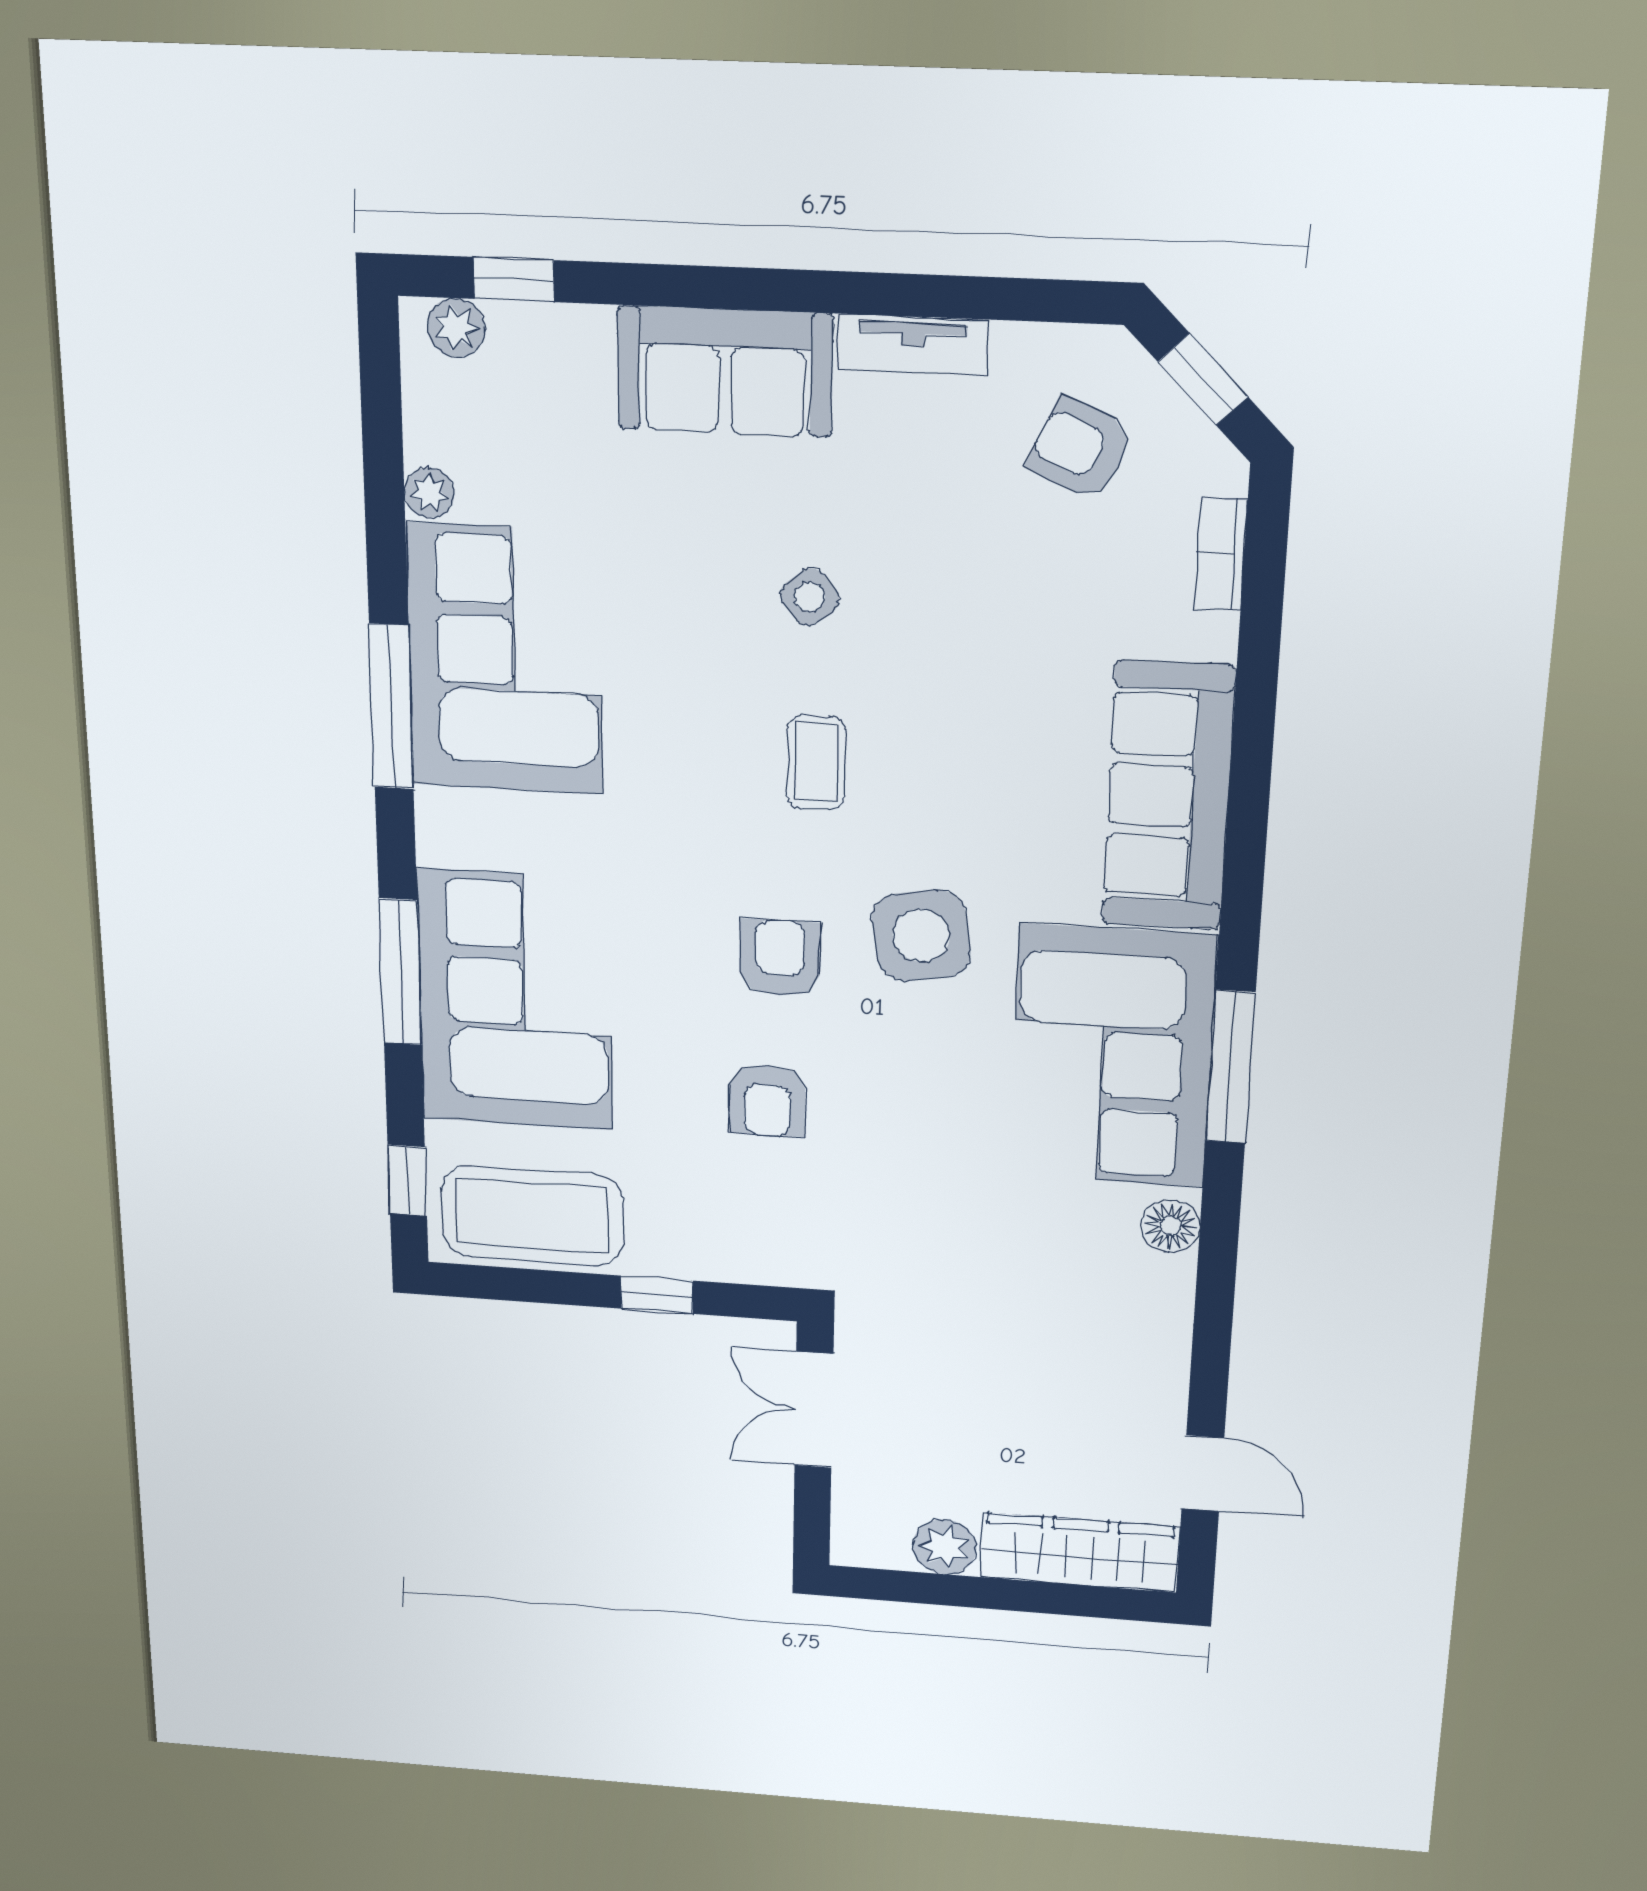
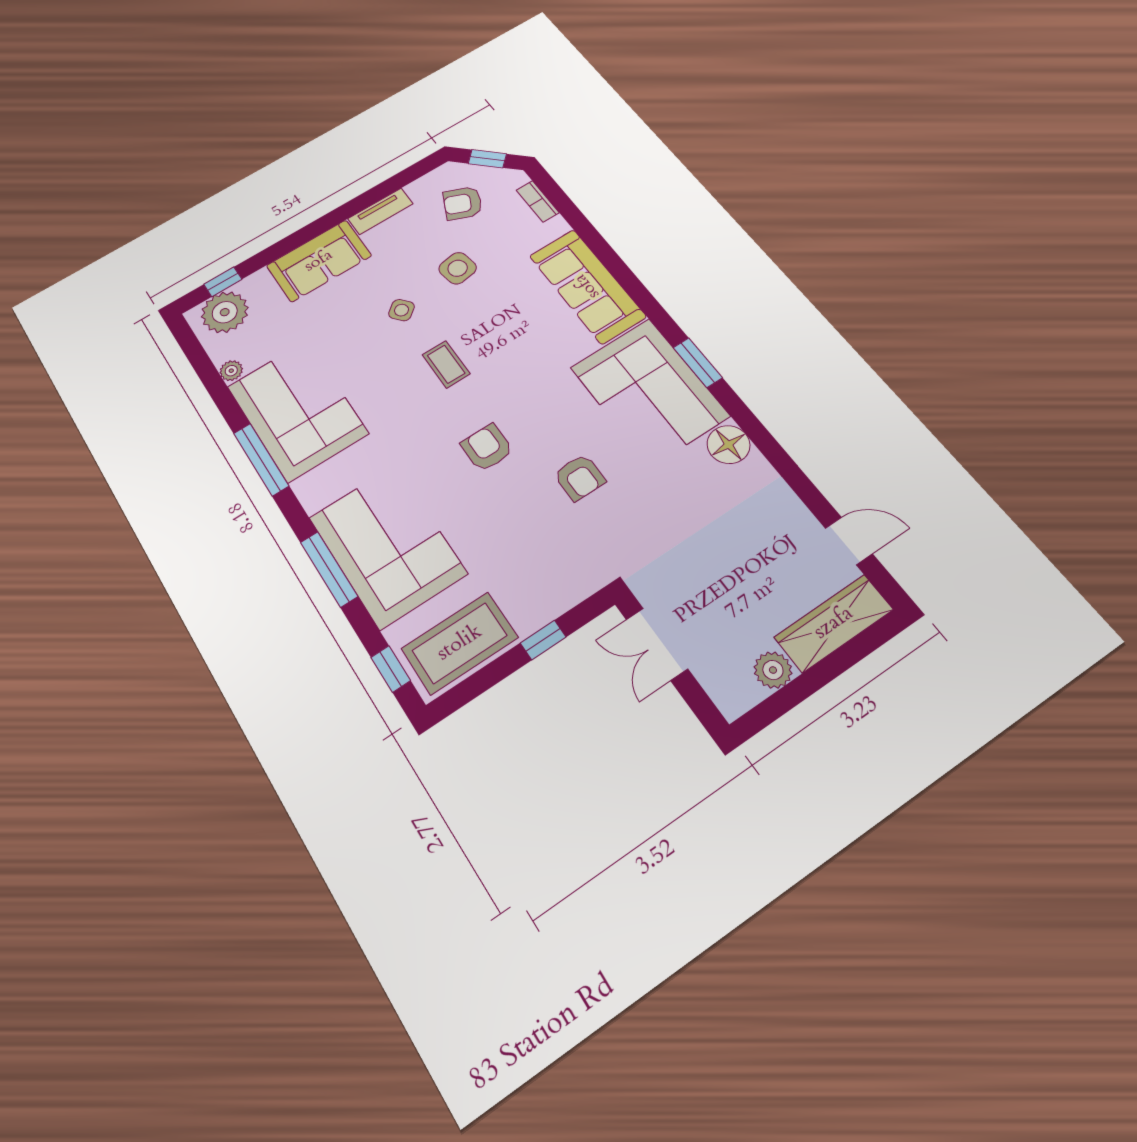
plant: (456, 328) -> (225, 312), width x1.88, depth x1.88
side table: (921, 936) -> (458, 268), moved, width x0.73, depth x0.73
window: (1230, 1067) -> (698, 363), width x0.69
armchair: (767, 1100) -> (579, 477), moved
floor lamp: (1170, 1226) -> (729, 445), width x1.38, depth x1.38

